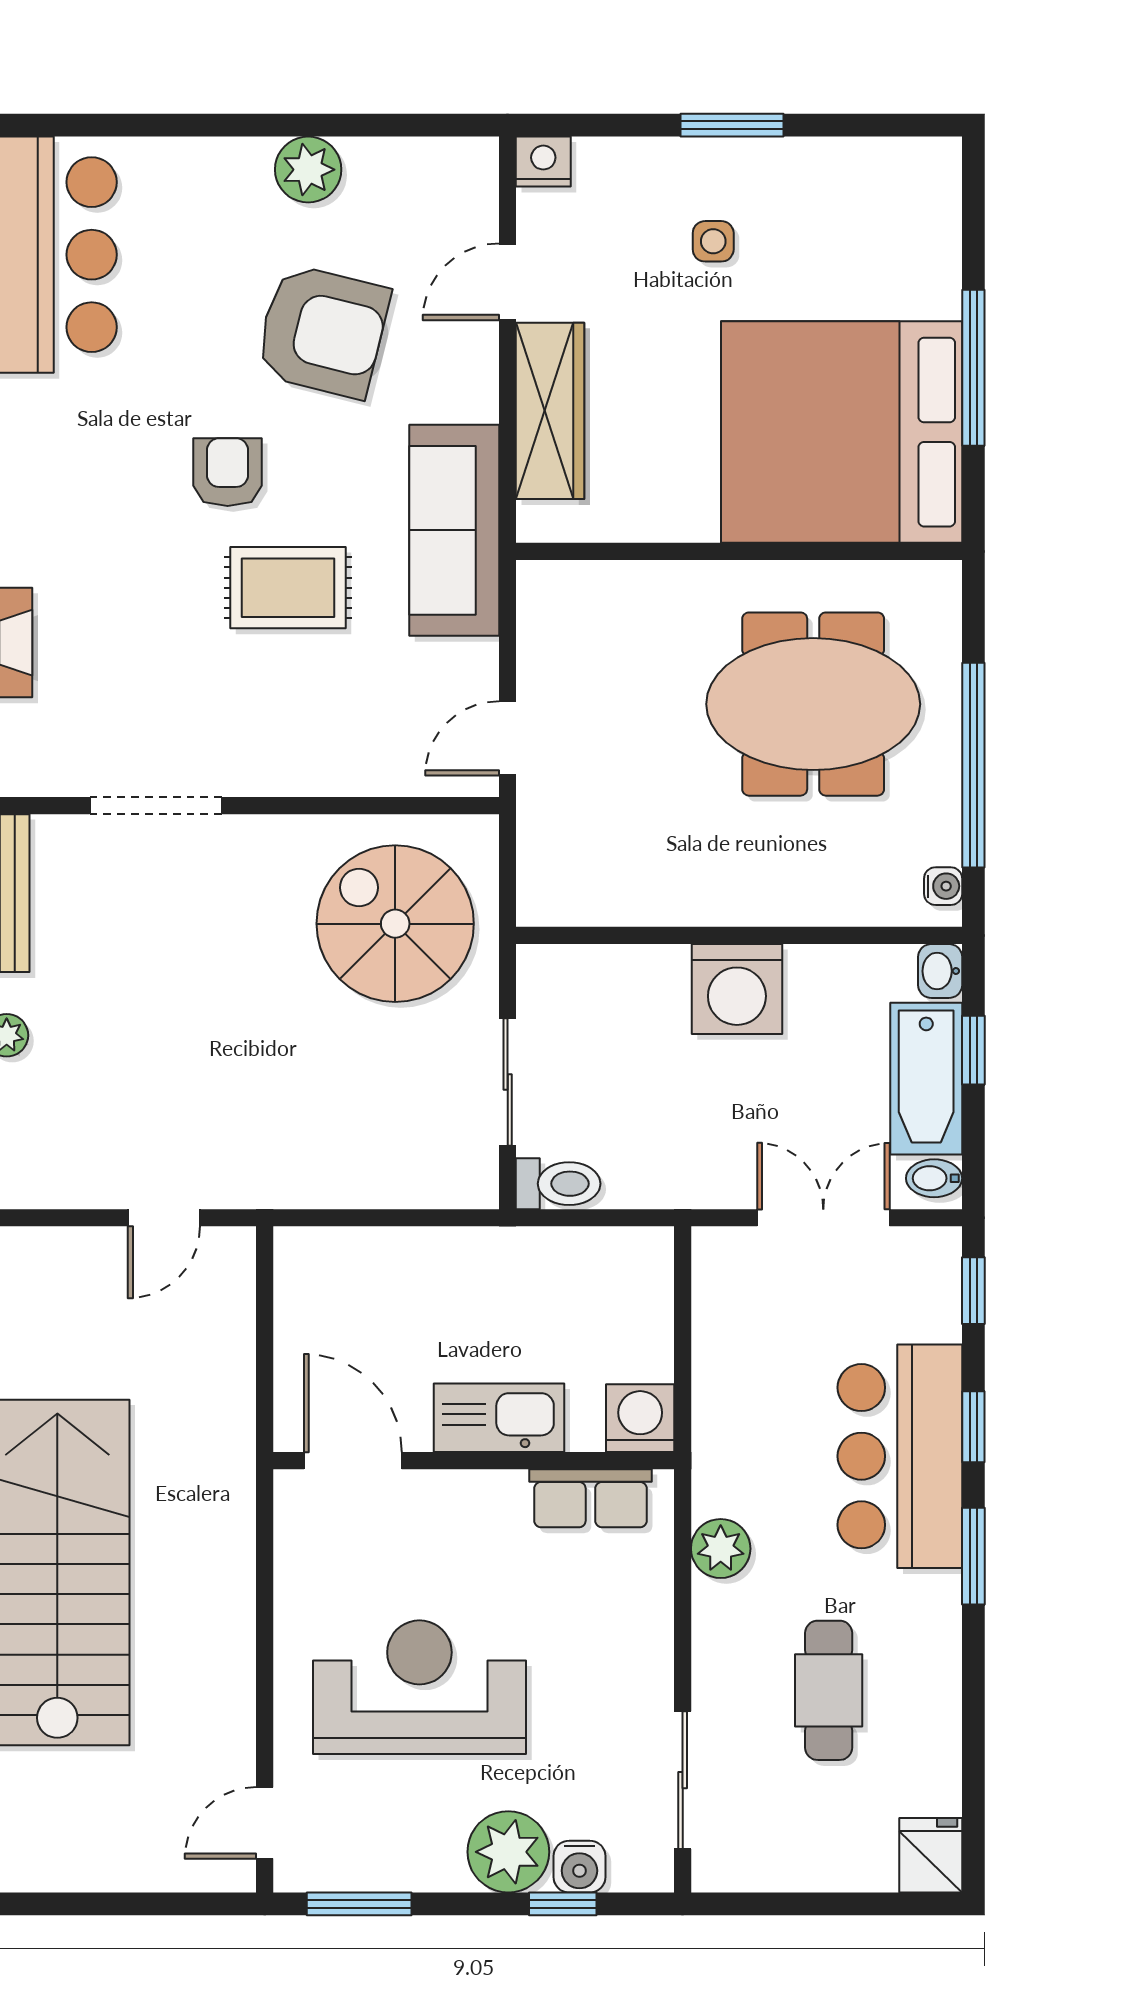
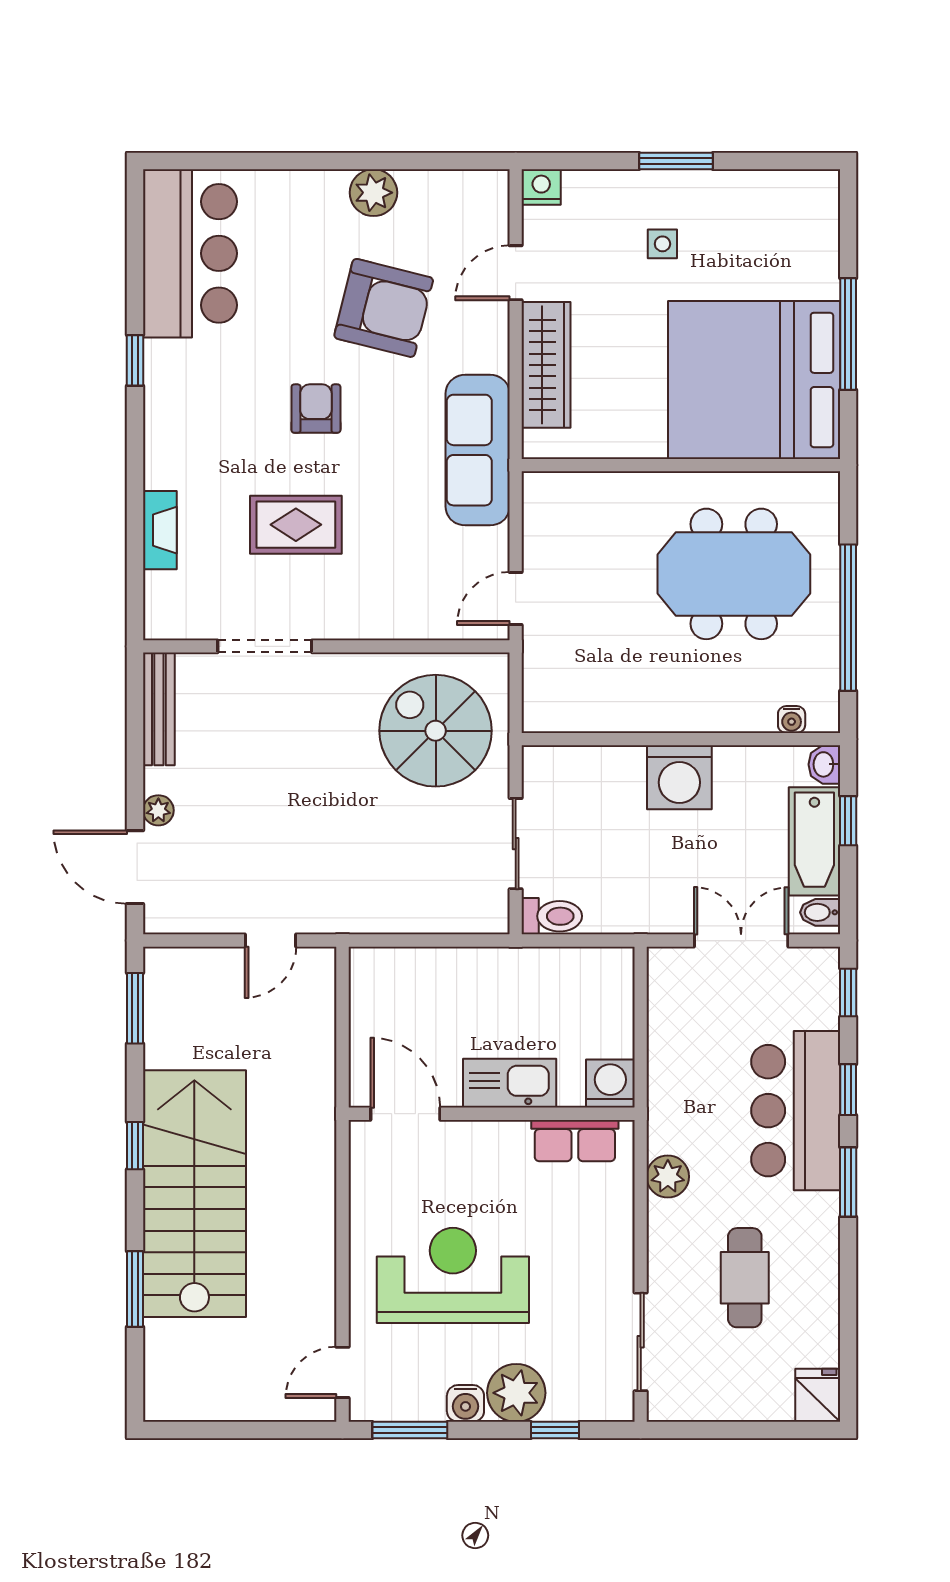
rug: (288, 588) -> (296, 525), moved
water cooler: (943, 886) -> (792, 720), moved, turned 90
water cooler: (579, 1867) -> (465, 1403), moved

